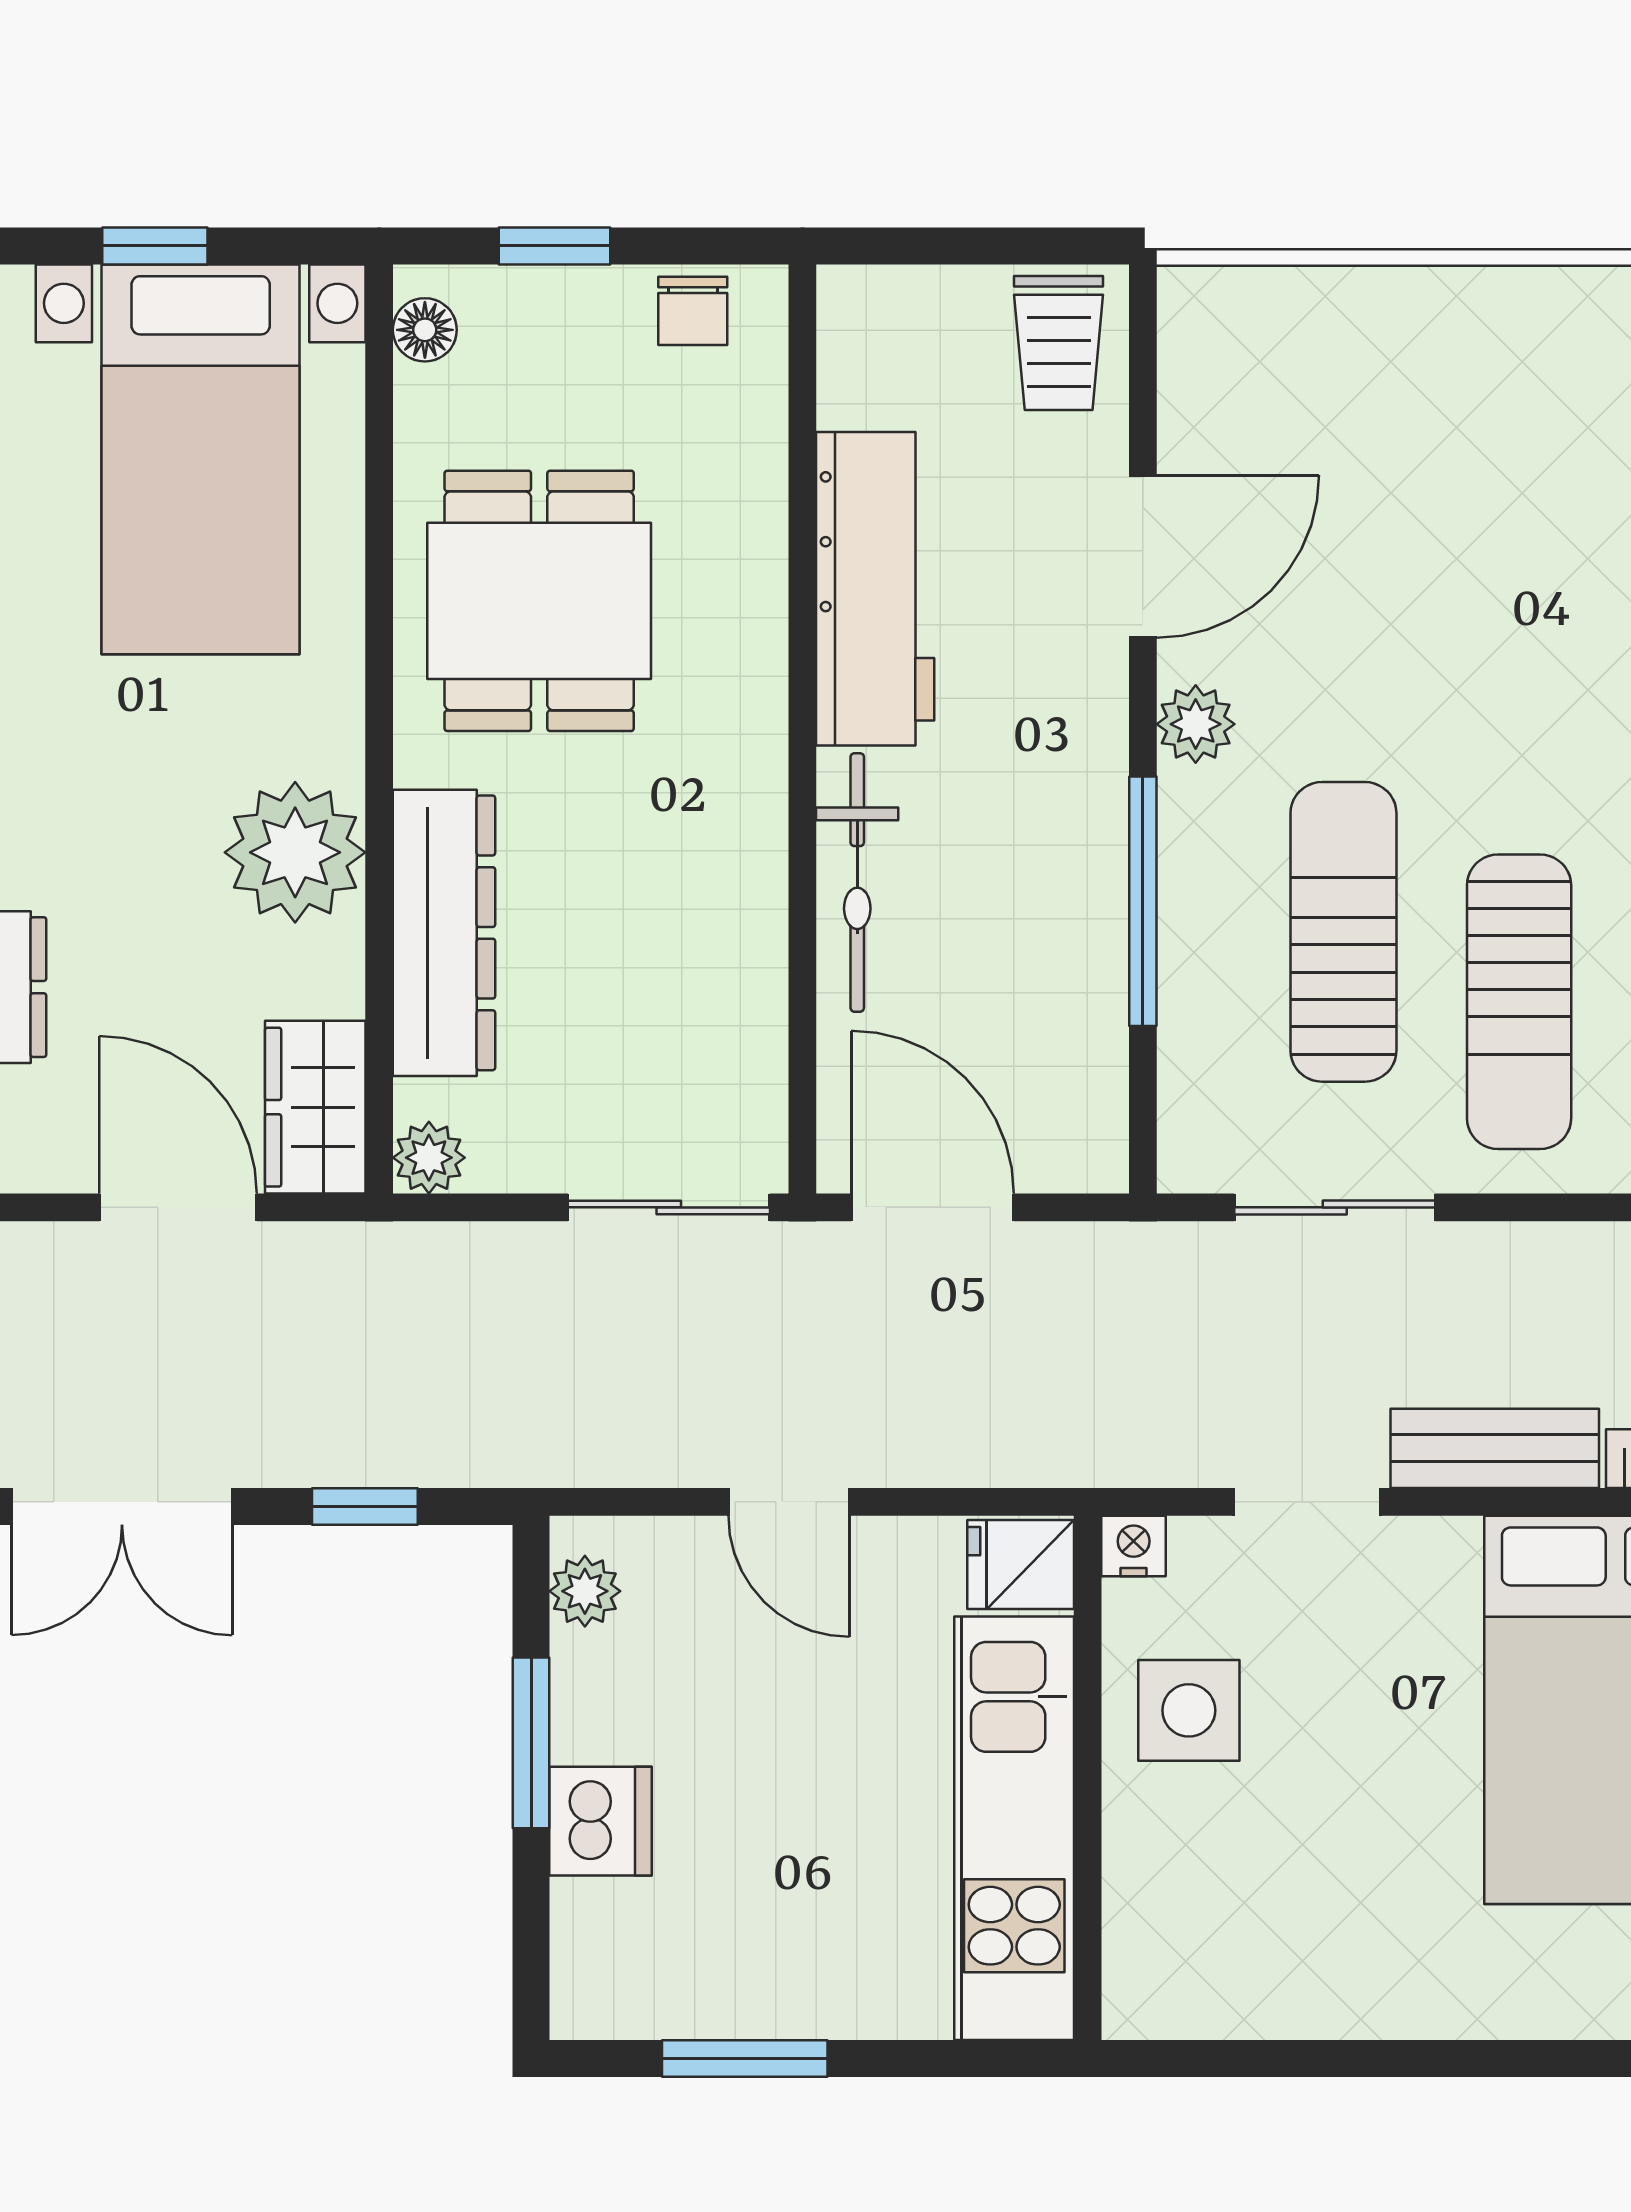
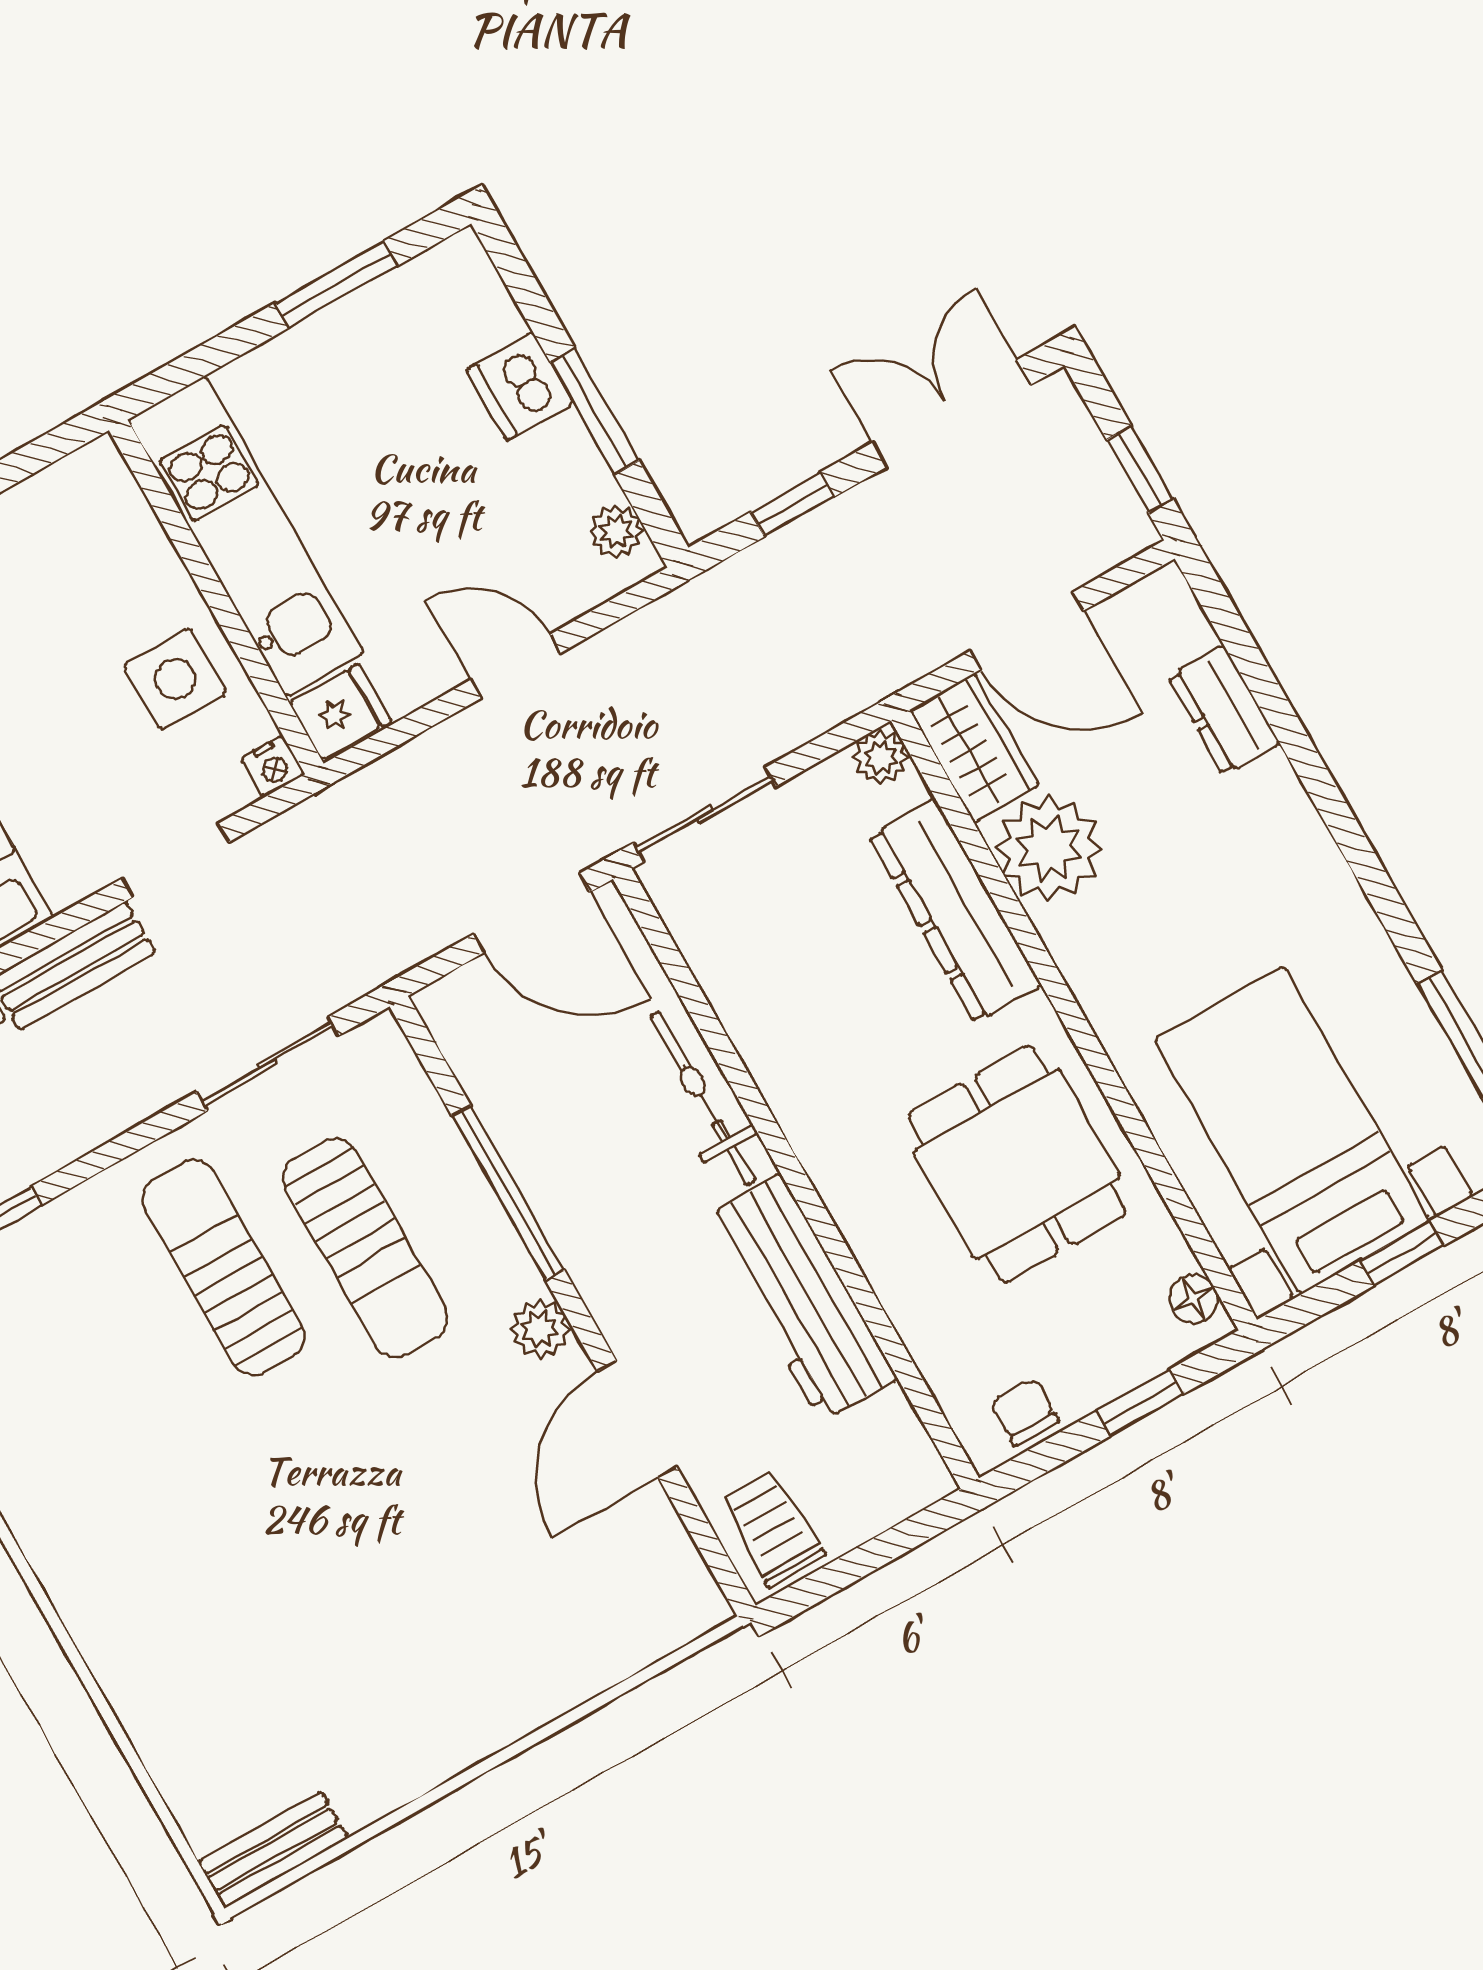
plant: (295, 852) -> (1049, 848), moved

